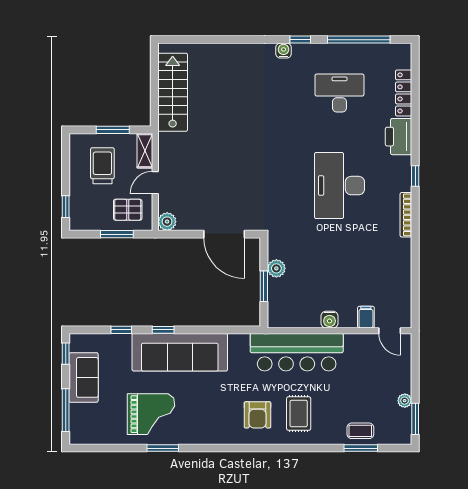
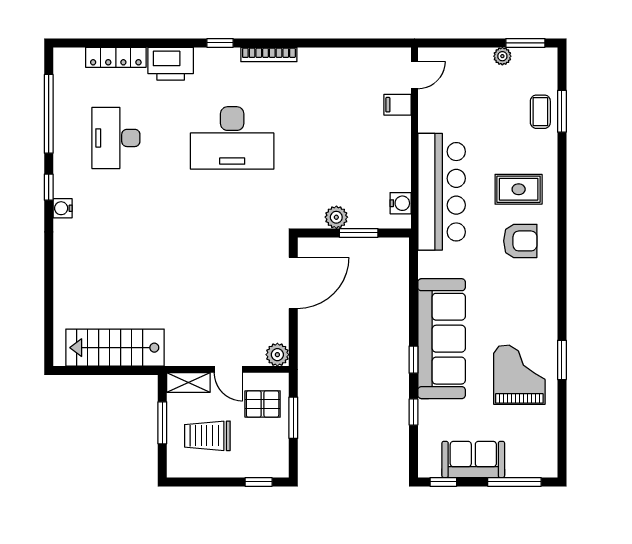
pallet: (128, 210) -> (263, 404), turned 90
water cooler: (330, 320) -> (401, 203), moved

